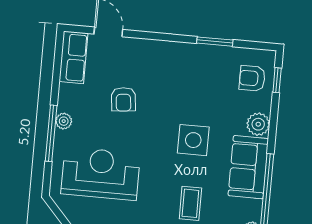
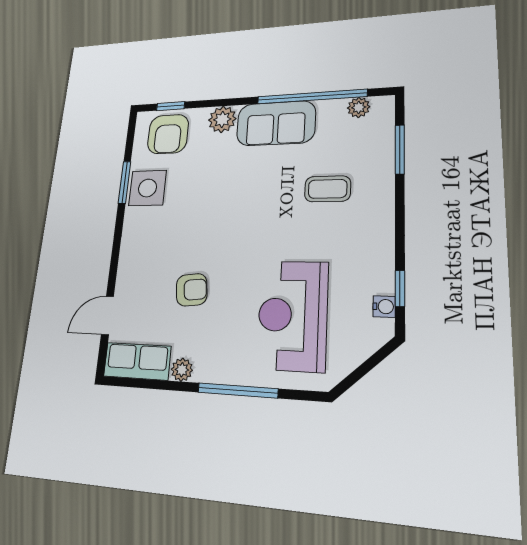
armchair: (252, 78) -> (168, 134), width x1.38, depth x1.38
plant: (64, 121) -> (182, 370), moved
side table: (193, 140) -> (147, 188), moved

